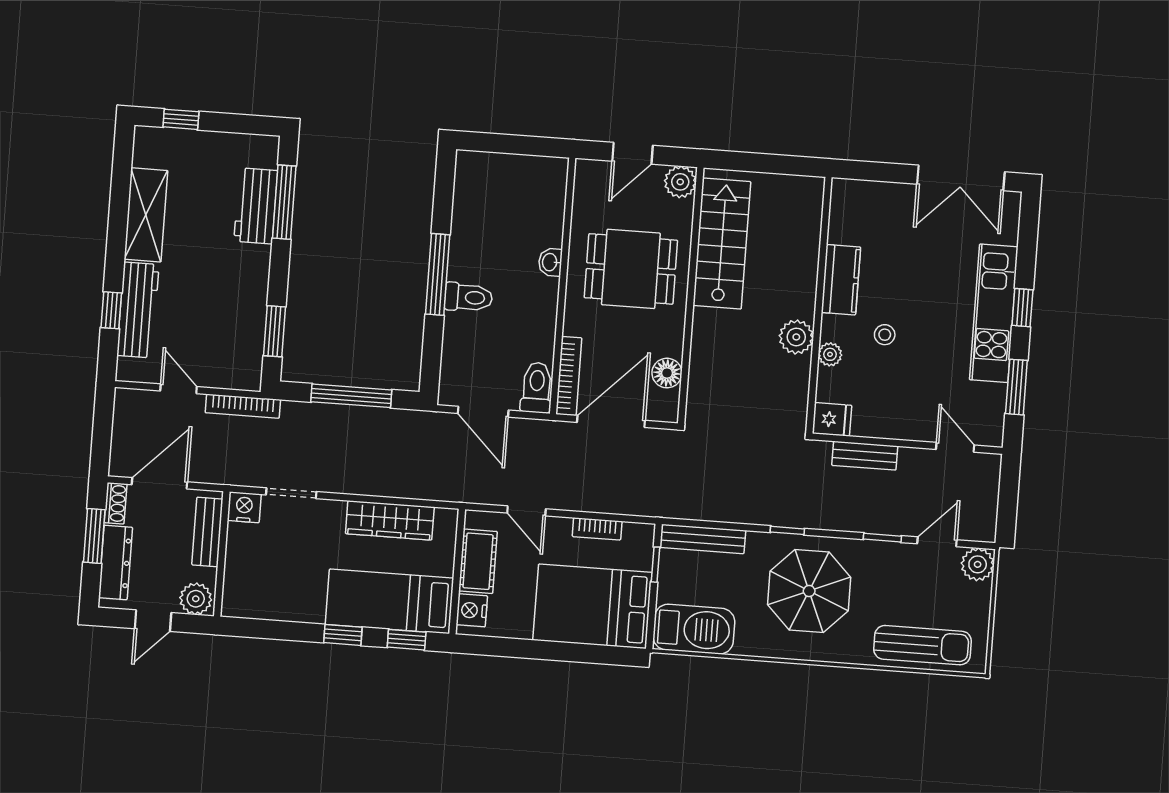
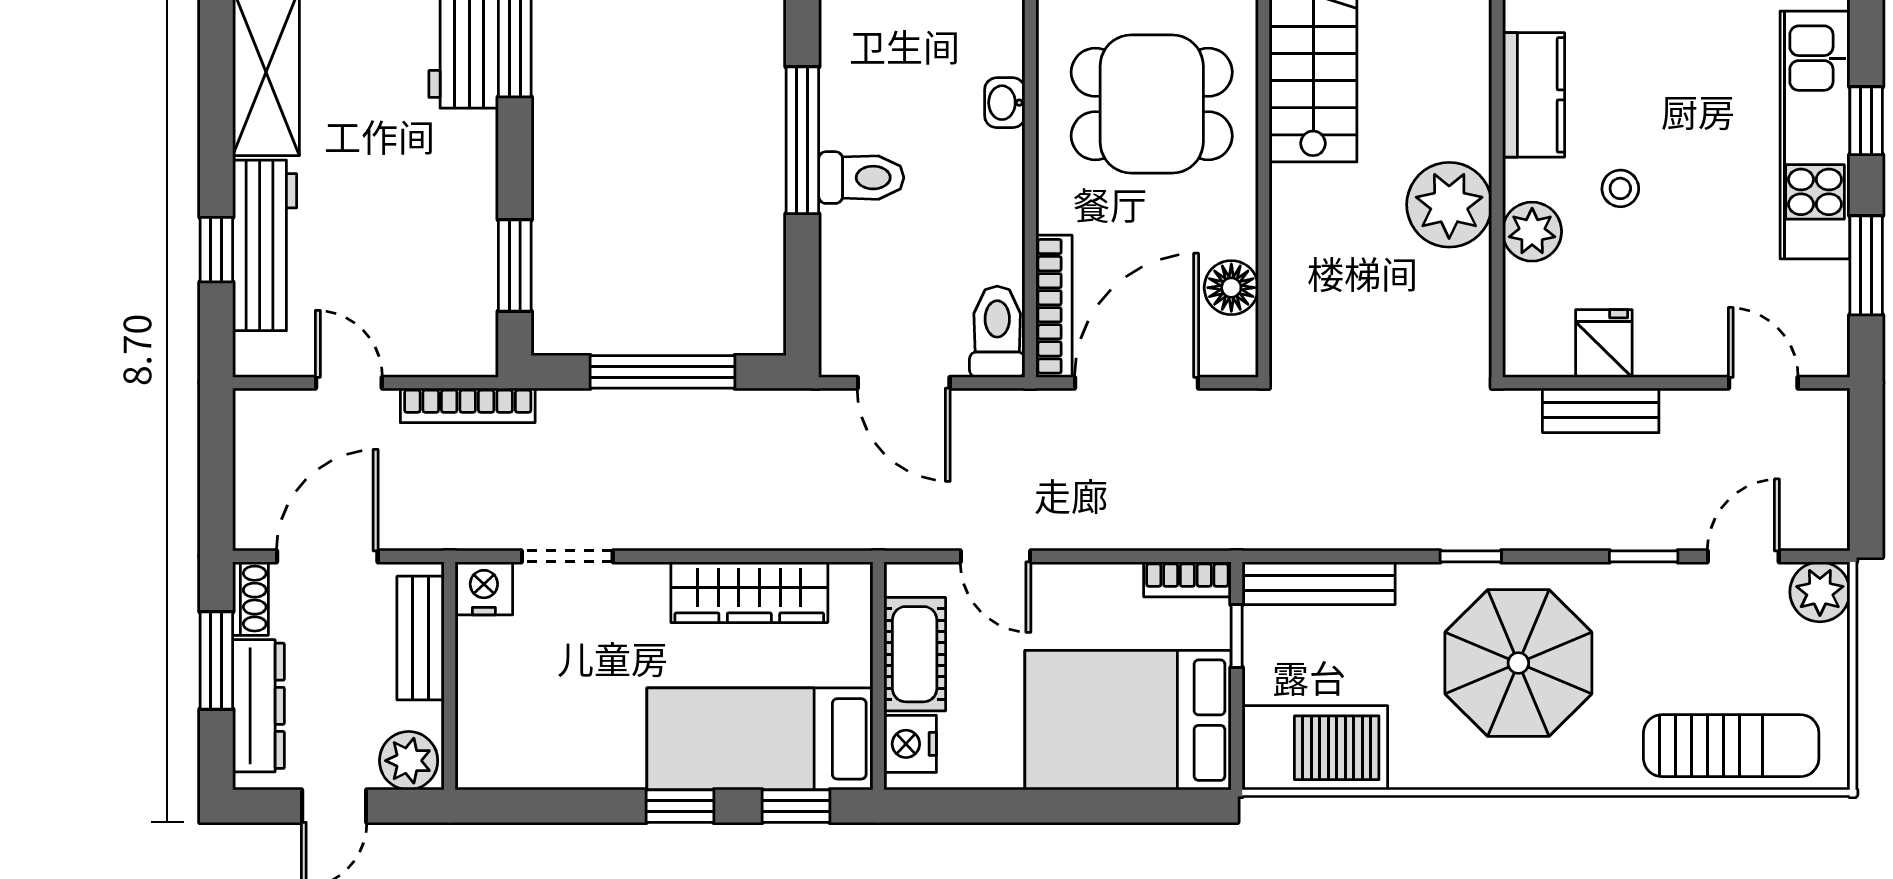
plant: (796, 337) -> (1449, 205), width x1.36, depth x1.36
plant: (830, 354) -> (1532, 232), width x1.38, depth x1.38
fridge: (832, 419) -> (1604, 344), moved, turned -90
bookcase: (597, 529) -> (1187, 579), moved

